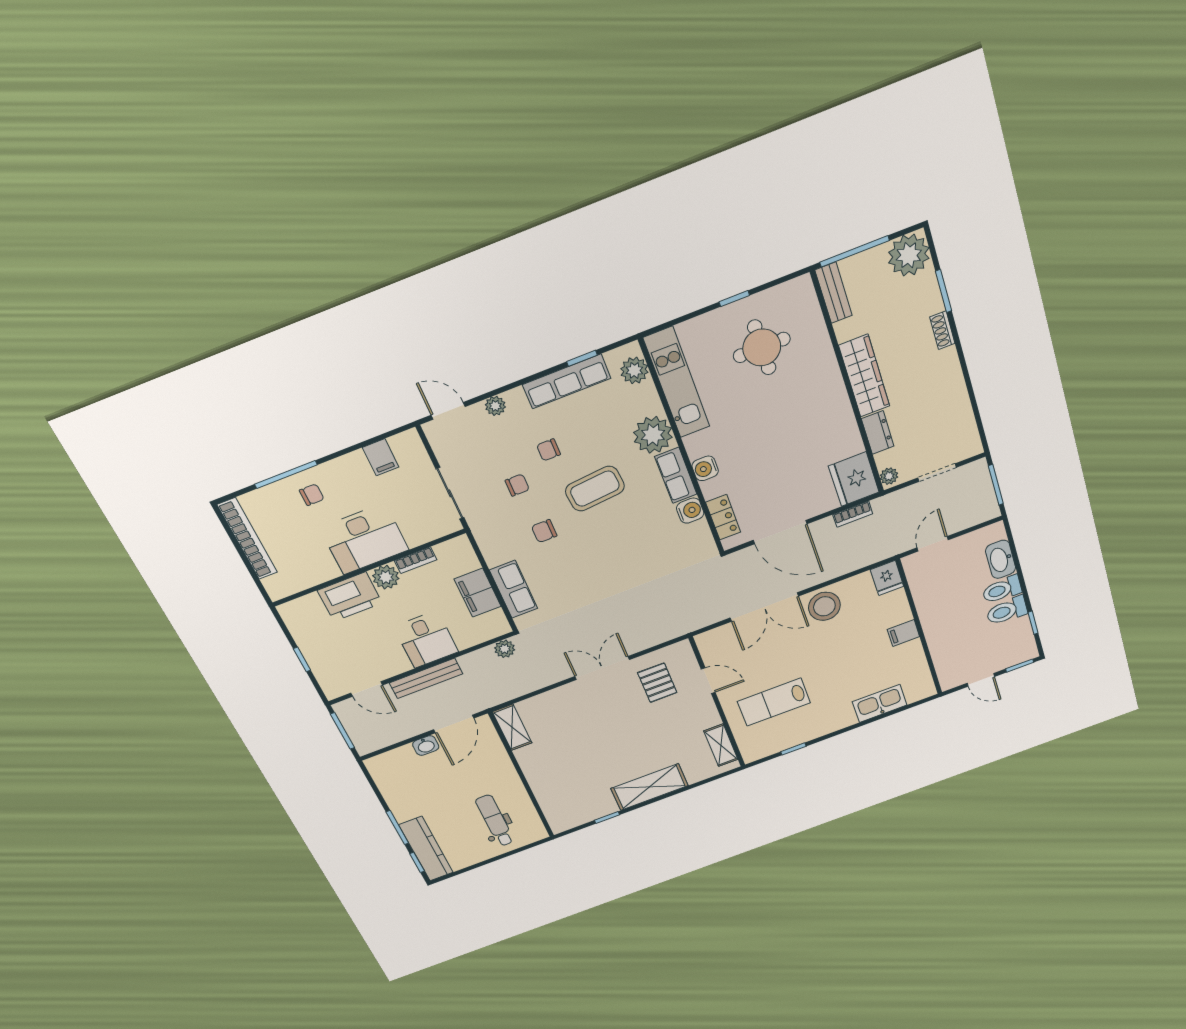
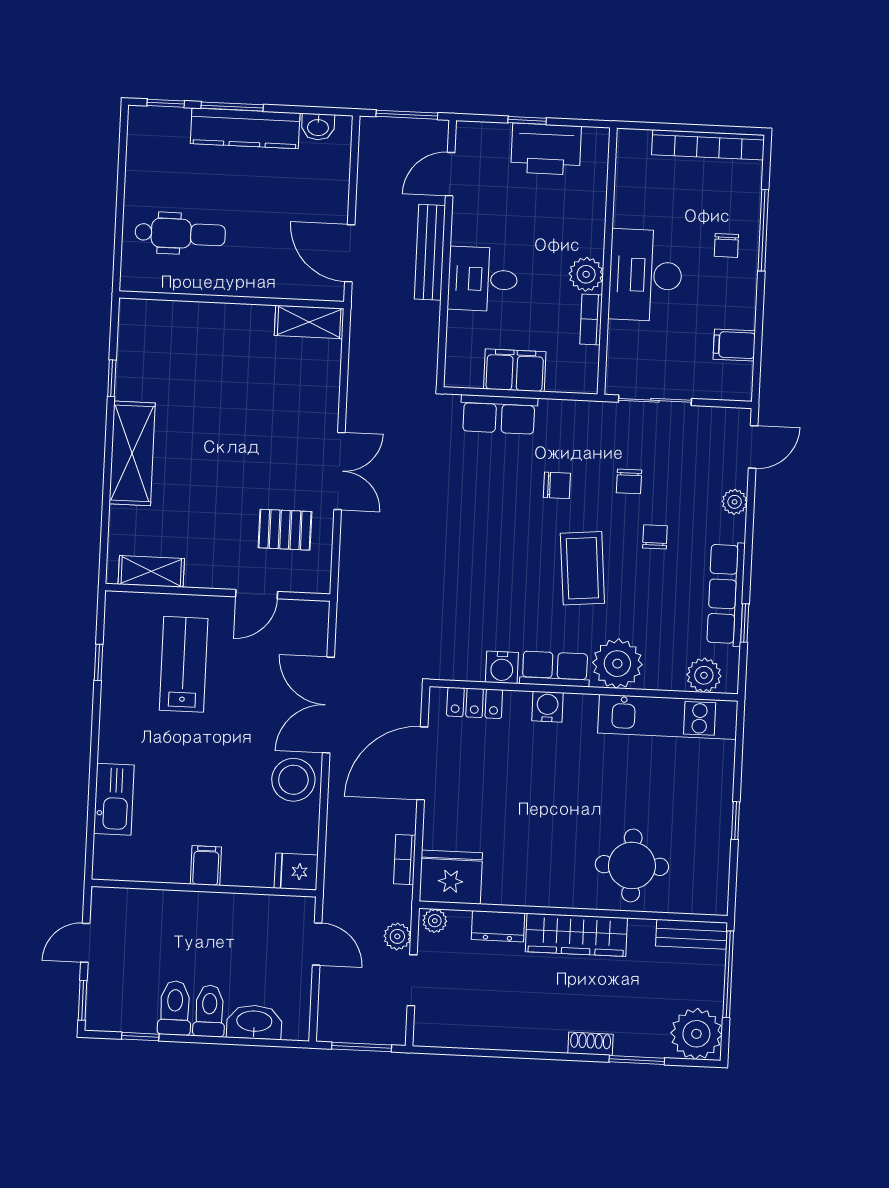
round table: (762, 347) -> (632, 865), moved
chair: (544, 531) -> (557, 485), turned 90
printer: (350, 597) -> (546, 149), moved, turned -90
plant: (505, 649) -> (397, 936), moved
washbasin: (426, 746) -> (318, 127), moved, turned -90
kitchen counter: (426, 849) -> (245, 128), moved

